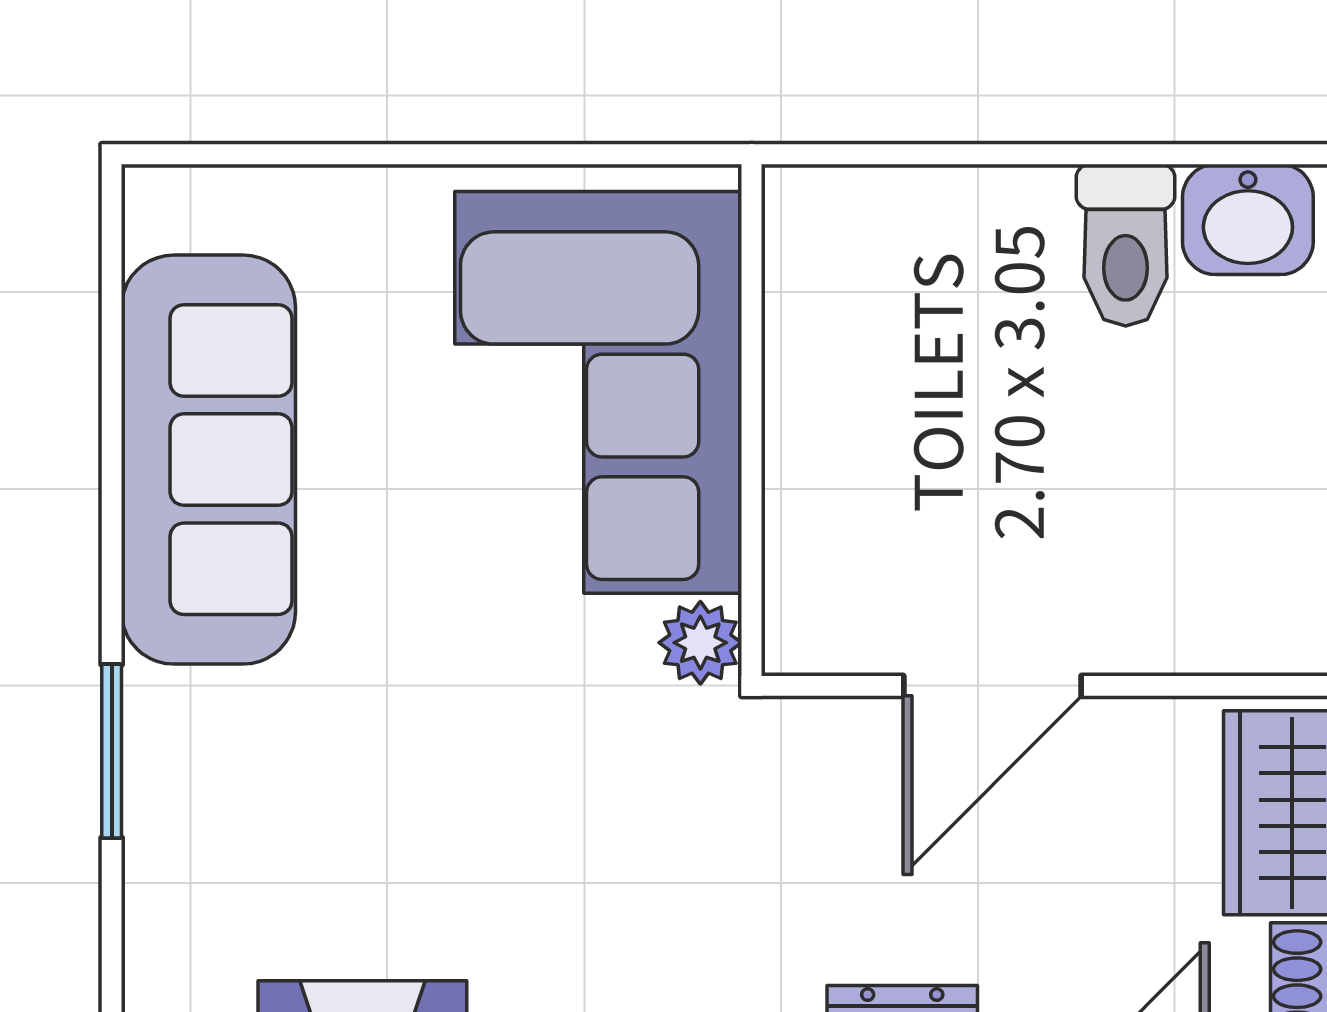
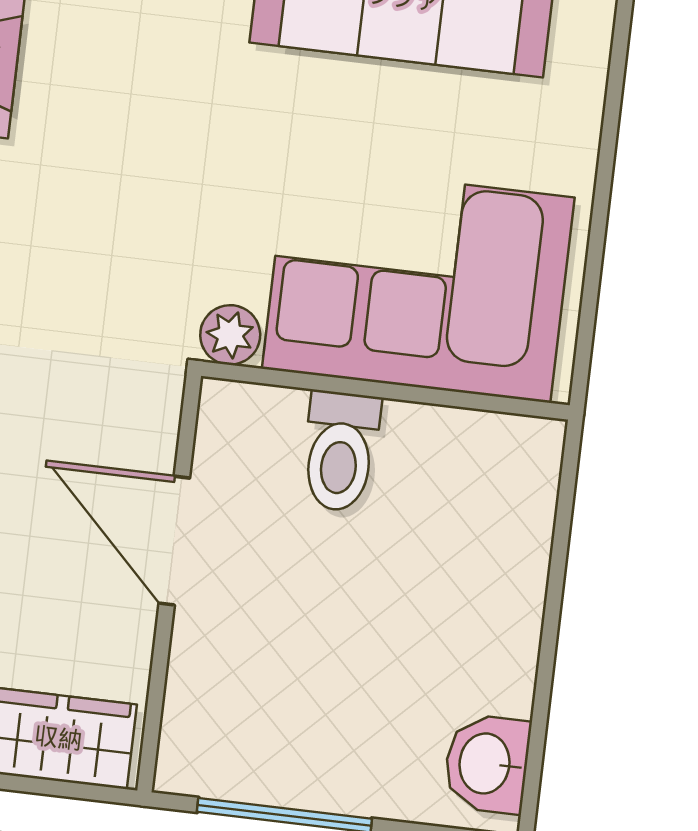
toilet: (1126, 245) -> (340, 451), moved, turned -90

